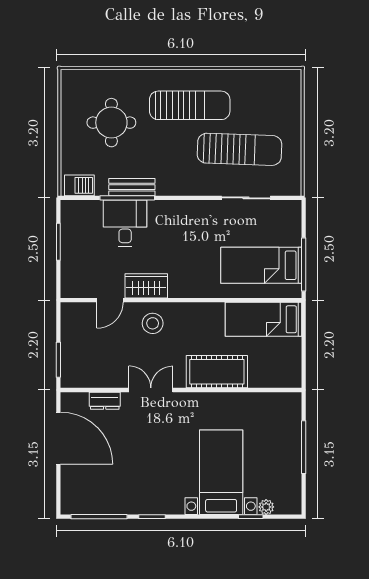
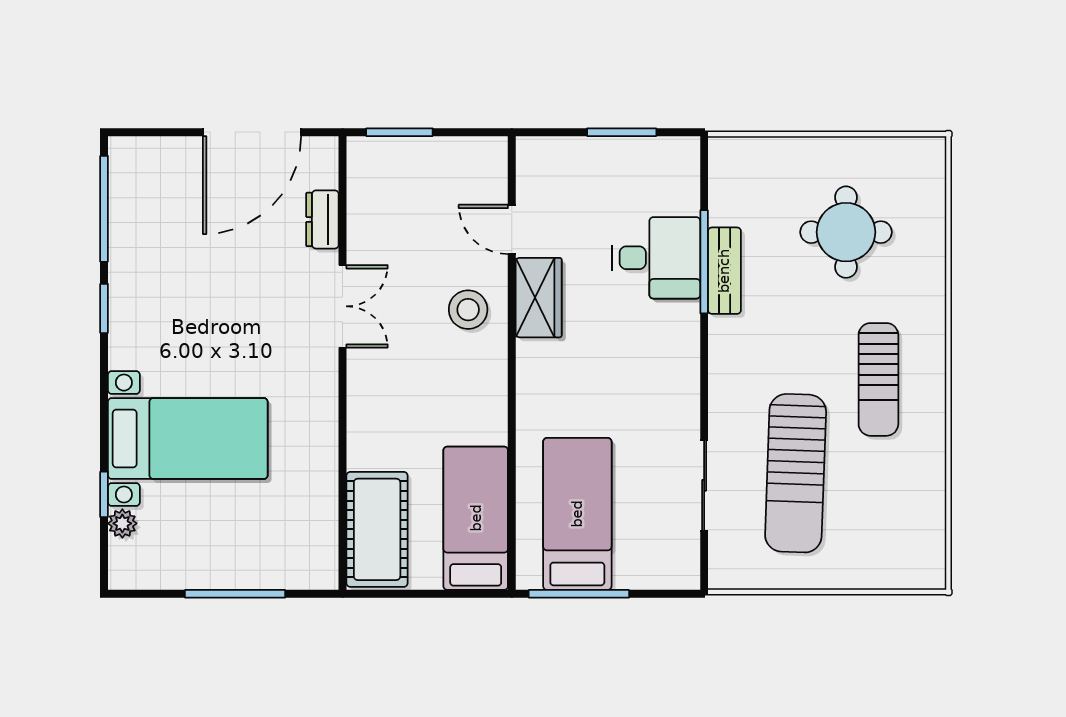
sun lounger: (190, 105) -> (878, 379), width x0.73, depth x0.75
barbecue: (79, 185) -> (728, 172), removed
cot: (217, 372) -> (377, 529), moved

